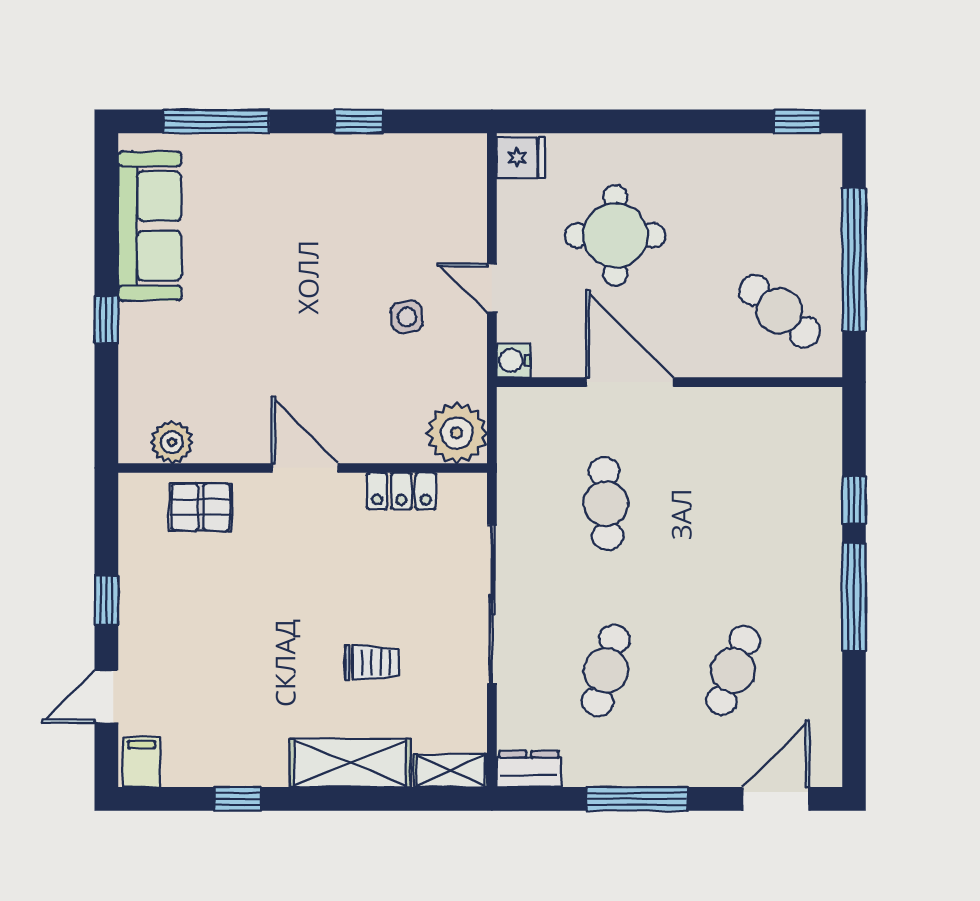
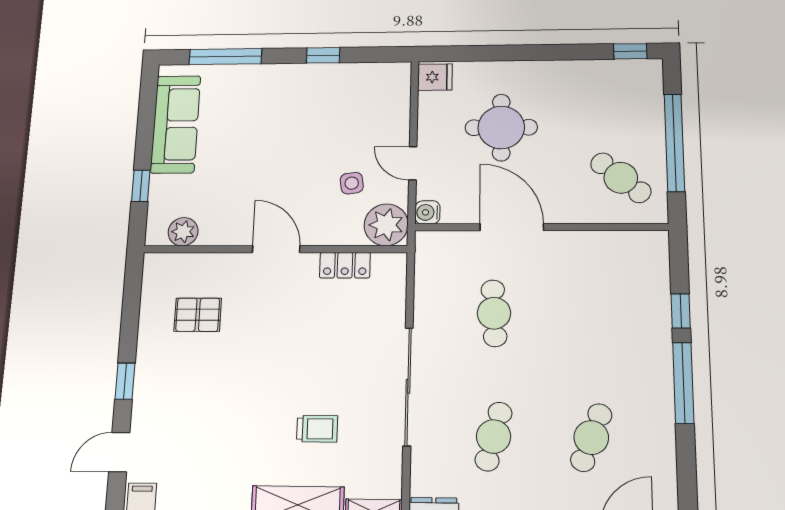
plant: (457, 433) -> (386, 225), moved
plant: (172, 442) -> (183, 232), moved
wall: (303, 468) -> (275, 249), moved
door: (305, 468) -> (276, 249), moved
locker: (401, 491) -> (345, 265), moved

